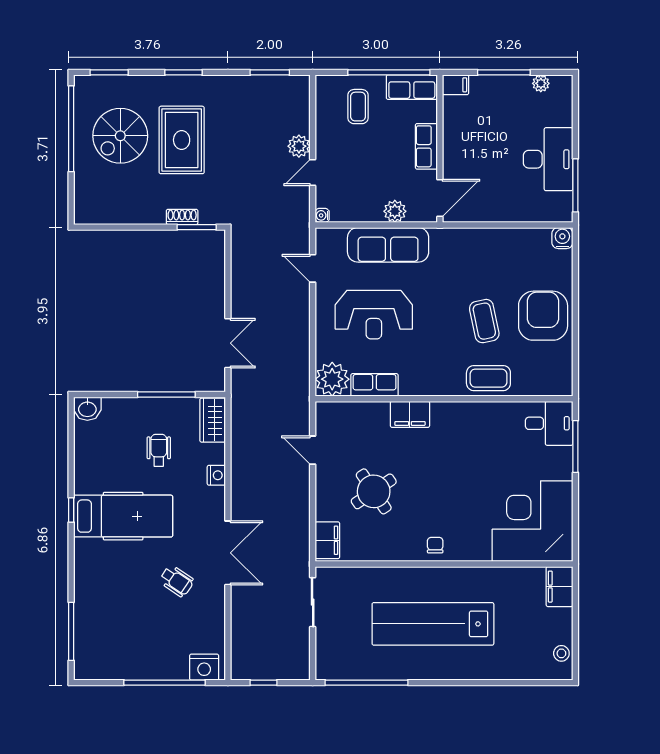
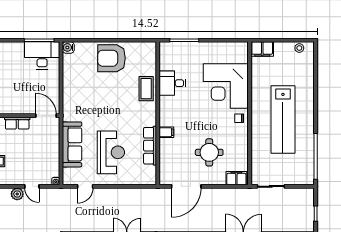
desk: (548, 159) -> (42, 55), moved
plant: (395, 211) -> (53, 141), removed
coffee table: (484, 321) -> (114, 91), removed
plant: (332, 379) -> (147, 175), removed
row of seats: (374, 385) -> (150, 146), width x1.48
filing cabinet: (410, 414) -> (166, 132), width x0.50
desk: (549, 423) -> (172, 83), moved, turned -90
door: (313, 450) -> (186, 186), width x1.87
round table: (374, 491) -> (209, 152), turned 34
corner desk: (533, 521) -> (226, 86), moved

